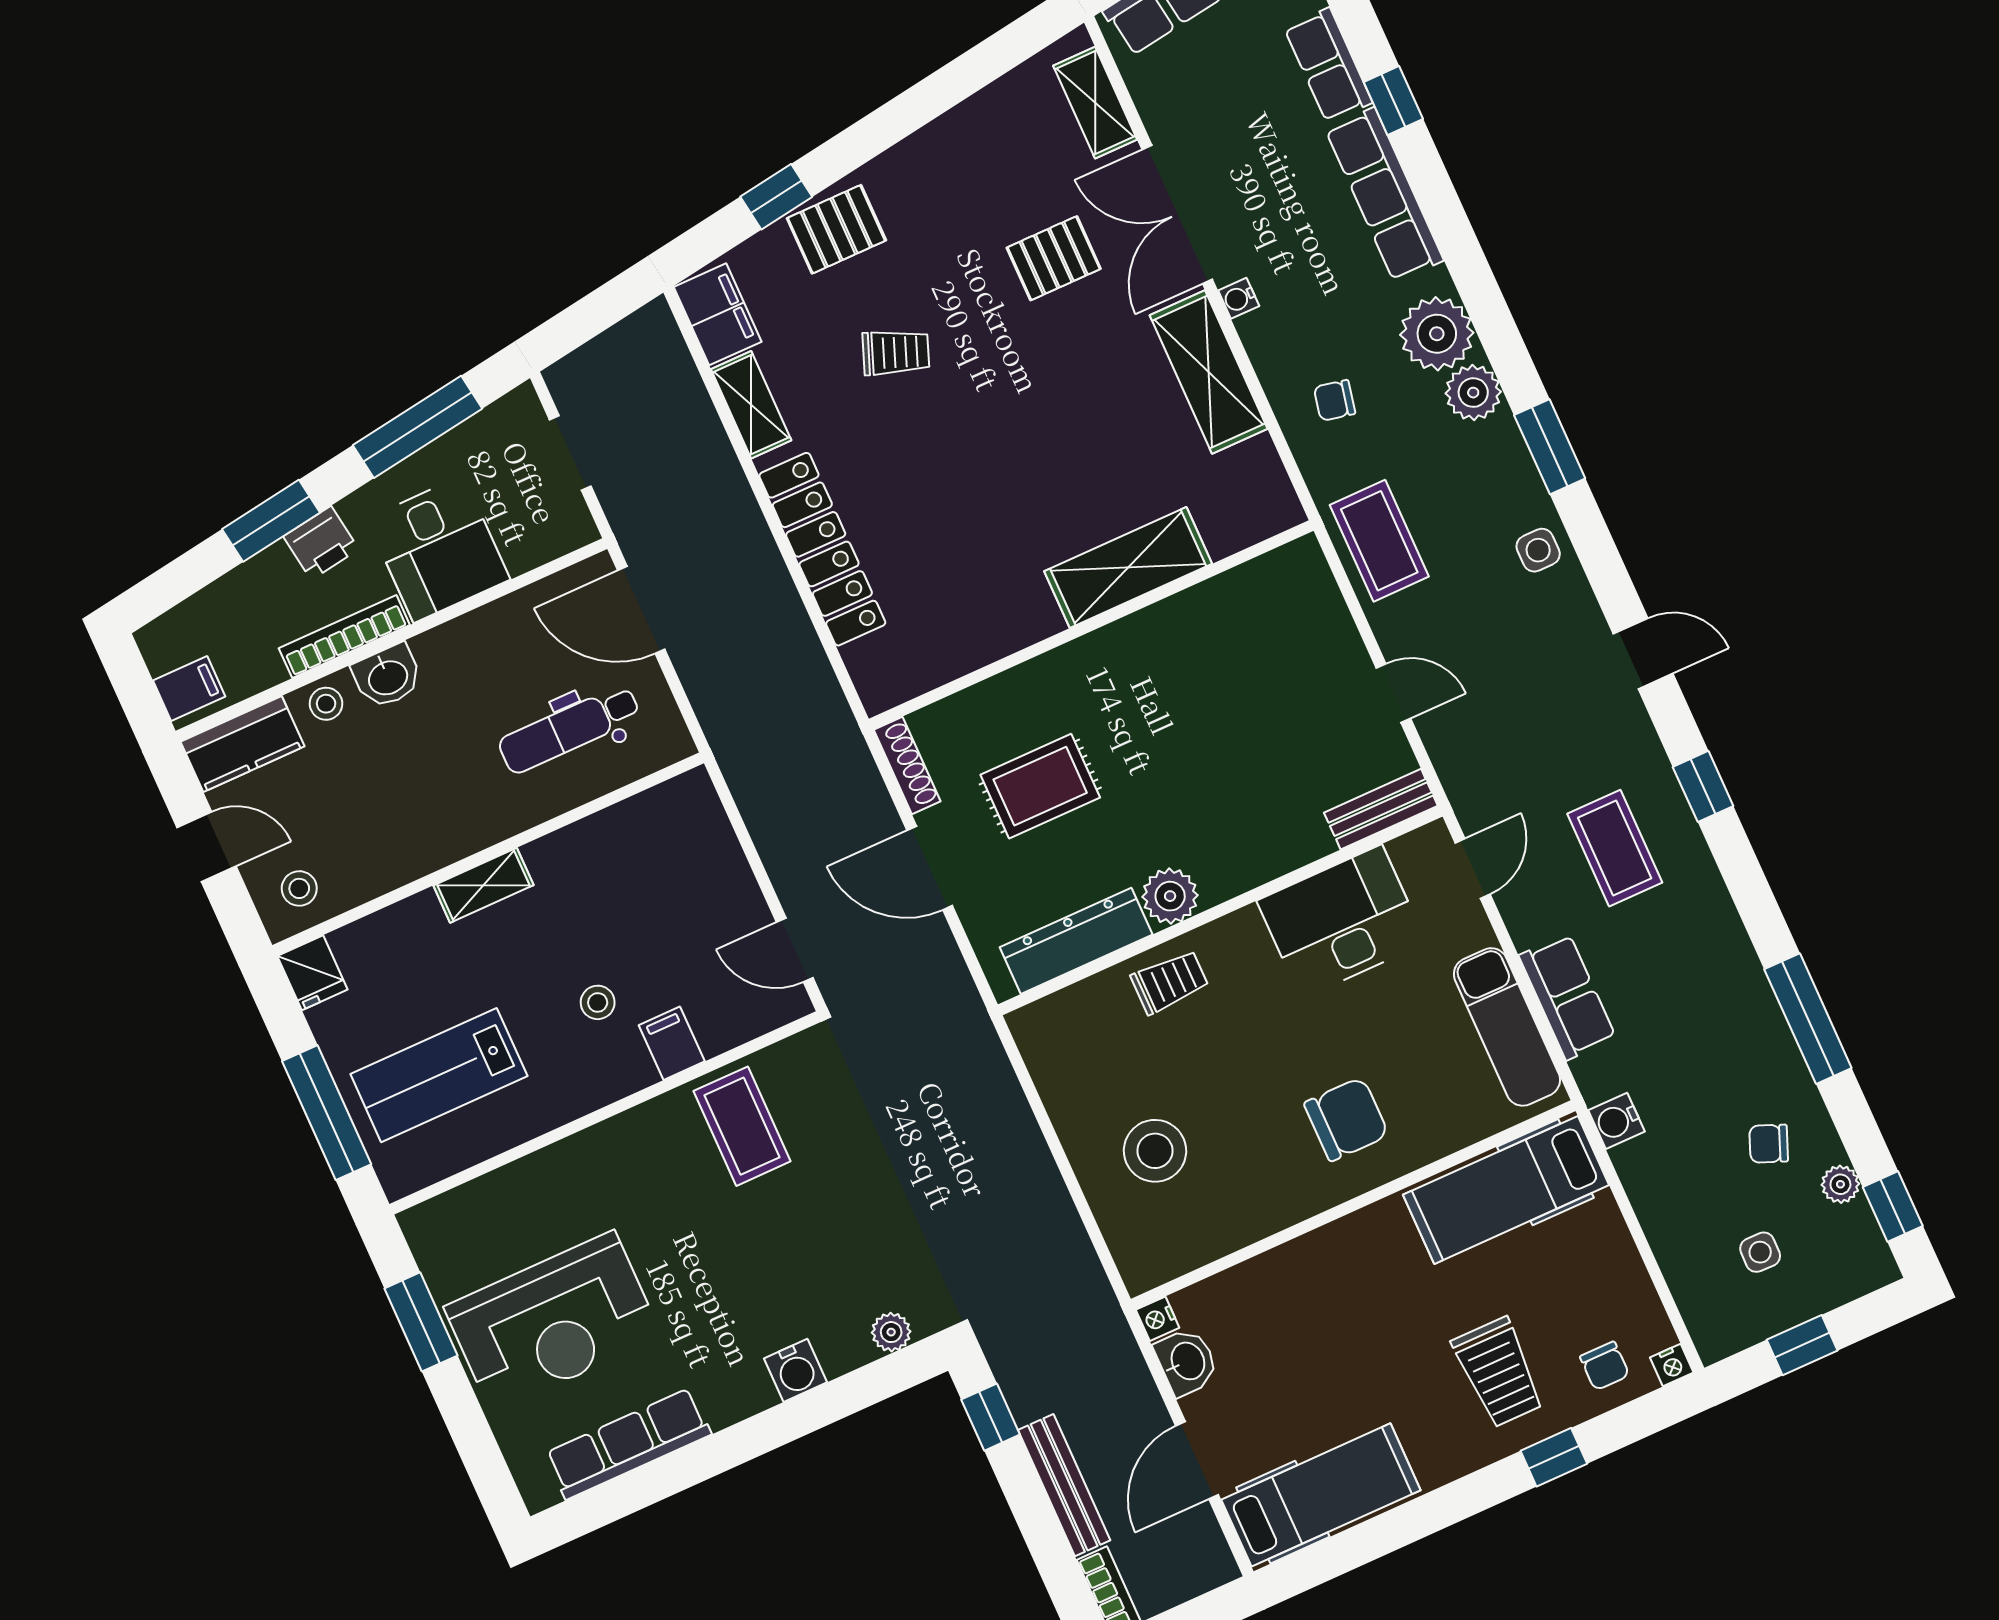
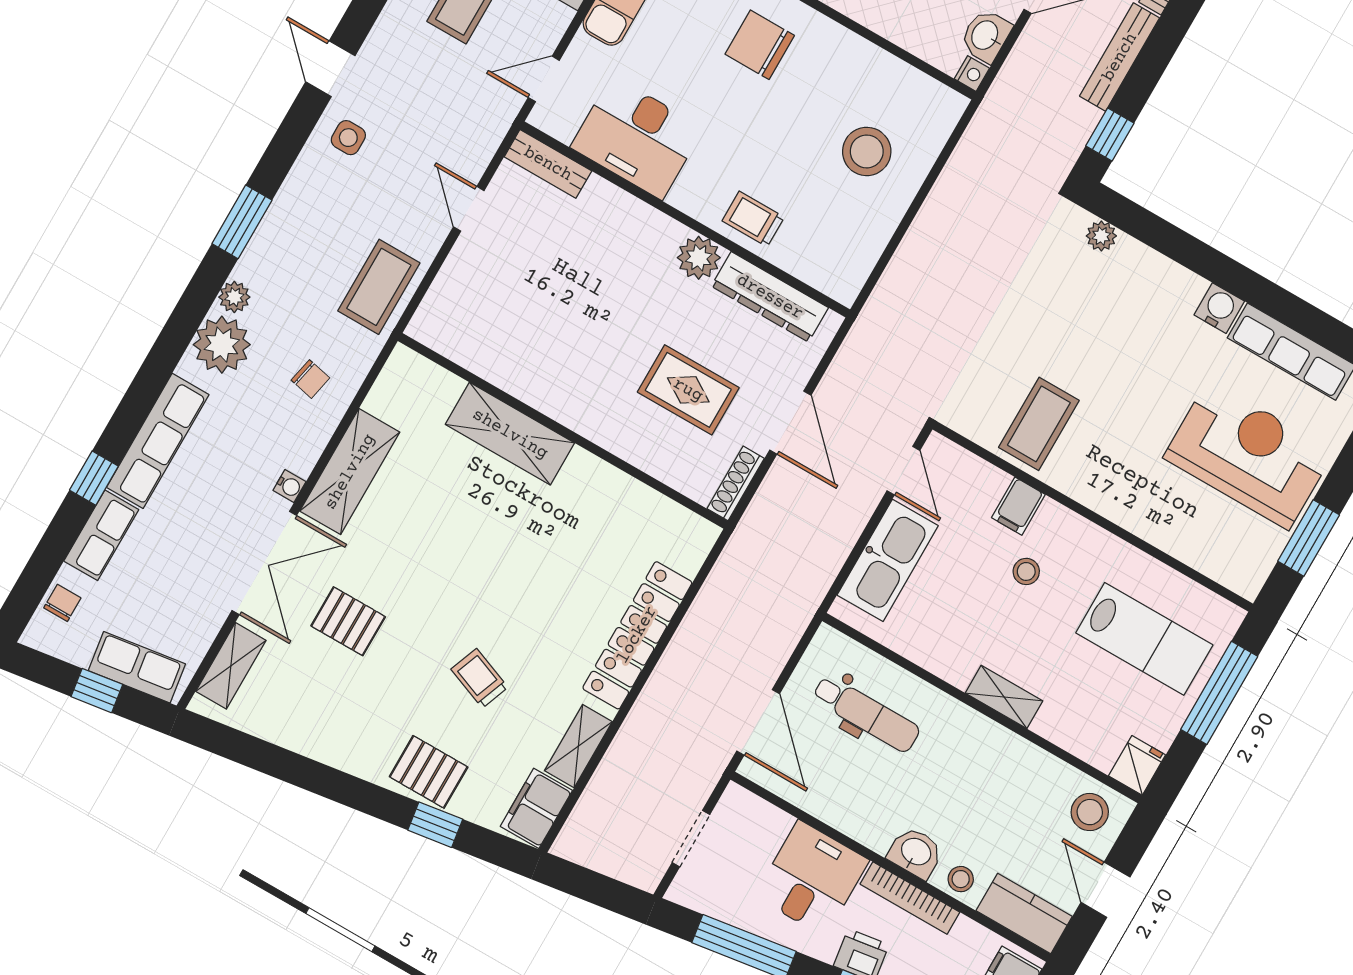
plant: (1473, 393) -> (234, 297), width x0.73, depth x0.73
side table: (1538, 550) -> (348, 138), moved
kitchen sink: (713, 866) -> (888, 560), added
stool: (299, 888) -> (1090, 812), width x1.37, depth x1.37
water cooler: (796, 1370) -> (1219, 308), moved

